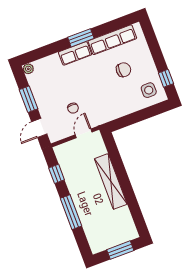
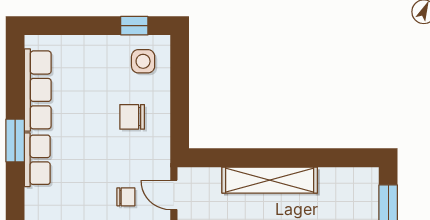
chair: (123, 70) -> (132, 117), moved, turned -90

